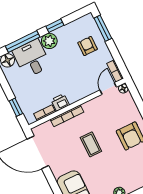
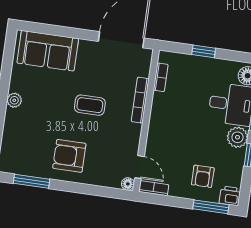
armchair: (88, 46) -> (203, 176), turned 90
printer: (60, 102) -> (230, 196), moved, turned -90
window: (16, 107) -> (204, 51), moved

